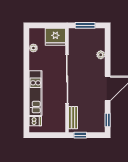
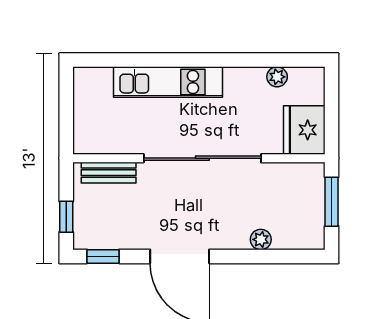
dishwasher: (35, 121) -> (100, 81), removed
window: (80, 135) -> (66, 217), moved

